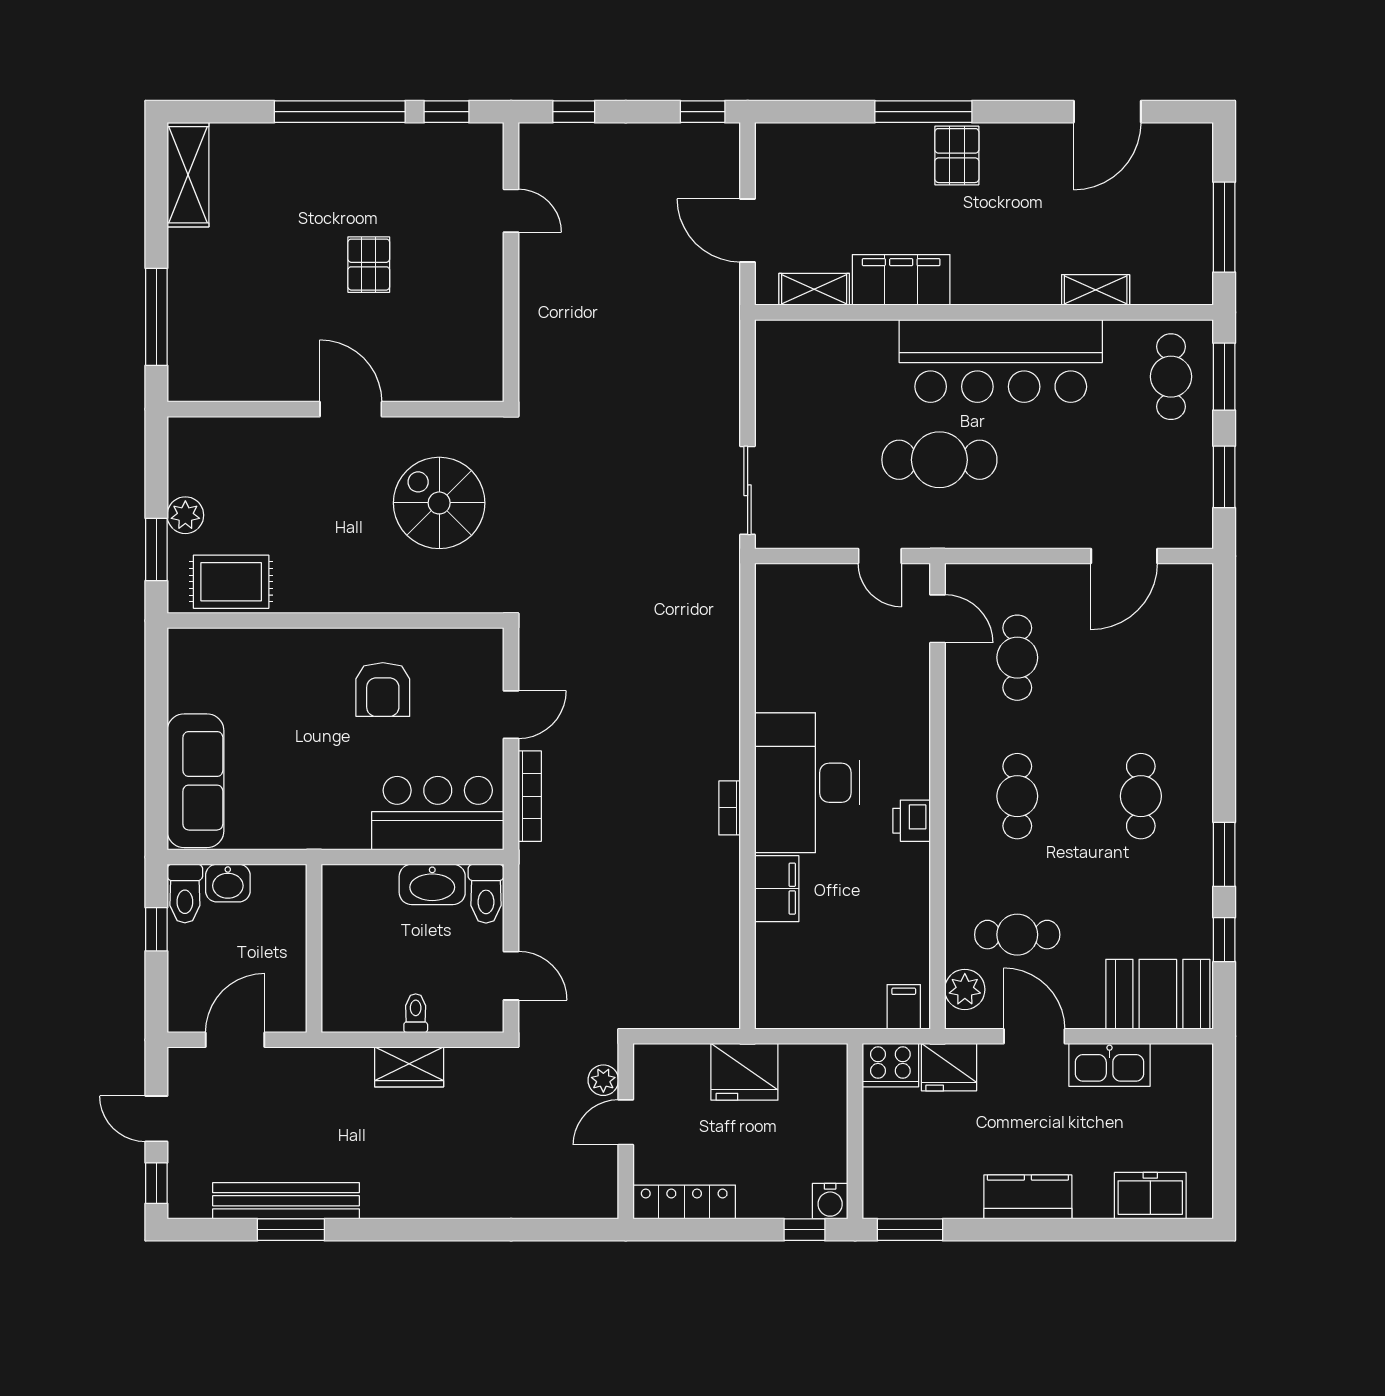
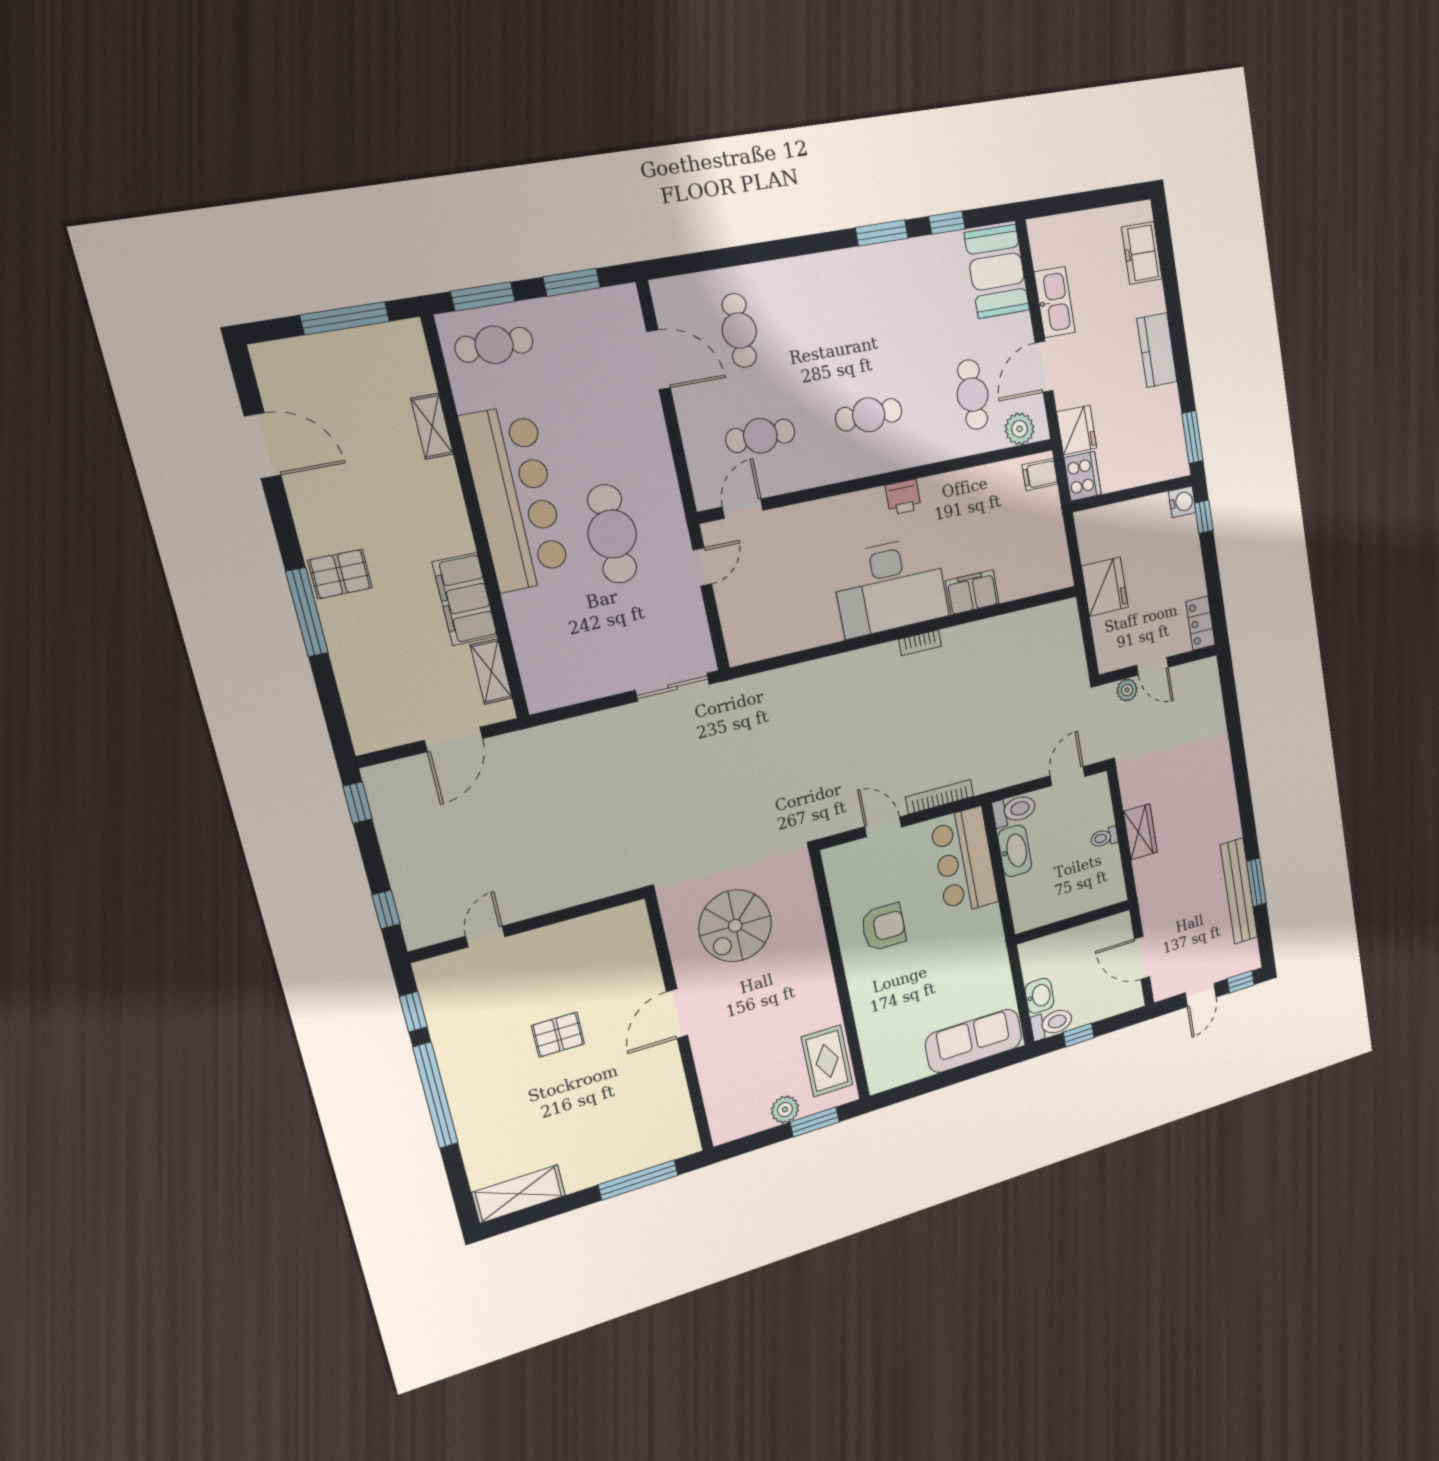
cafe table: (1141, 796) -> (739, 331), moved, turned 90
locker: (684, 1202) -> (1200, 623), width x0.66

